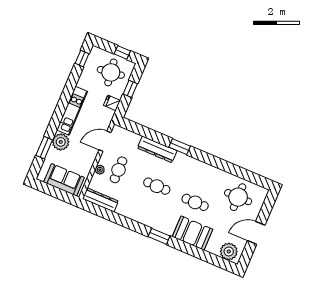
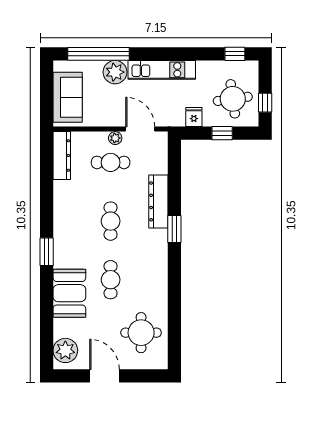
window: (44, 148) -> (99, 54), width x2.11
plant: (100, 170) -> (115, 138), moved

